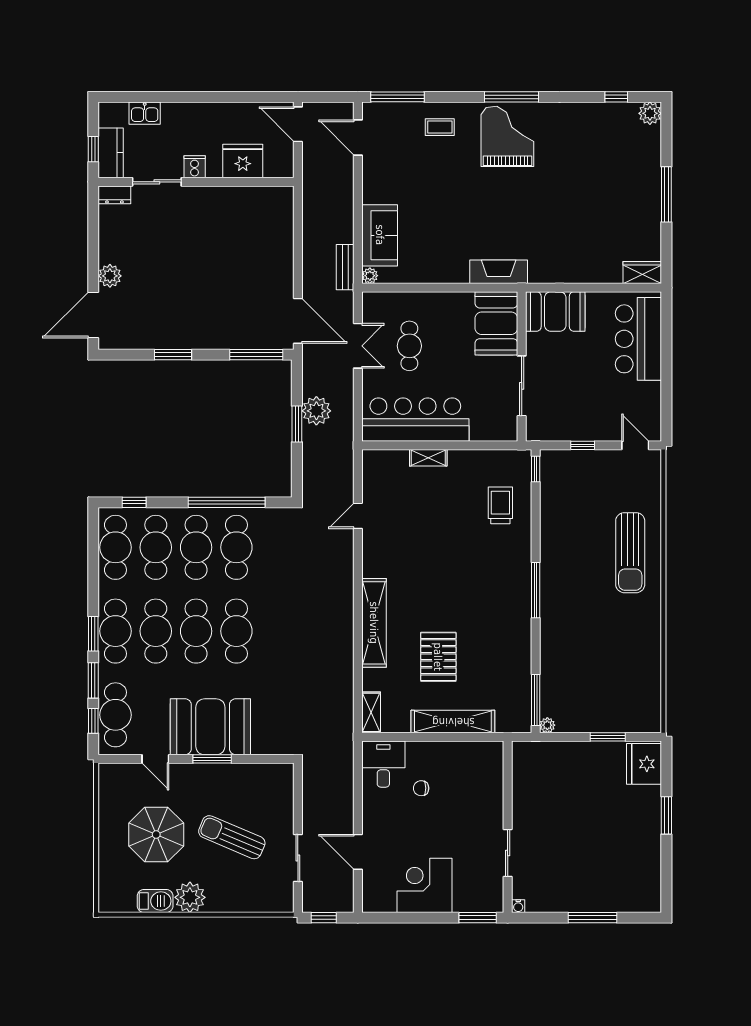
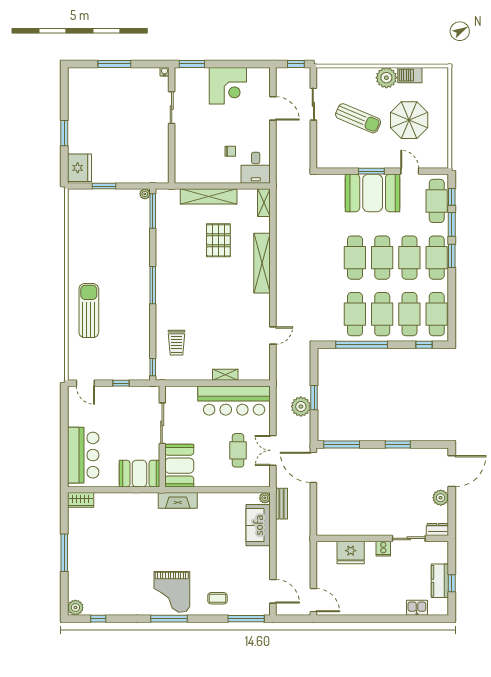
fridge: (243, 161) -> (351, 552), moved
cooker: (195, 167) -> (383, 549), moved
sliding door: (157, 182) -> (409, 538), moved
wall: (196, 182) -> (382, 538), moved
dresser: (114, 195) -> (437, 529), moved

